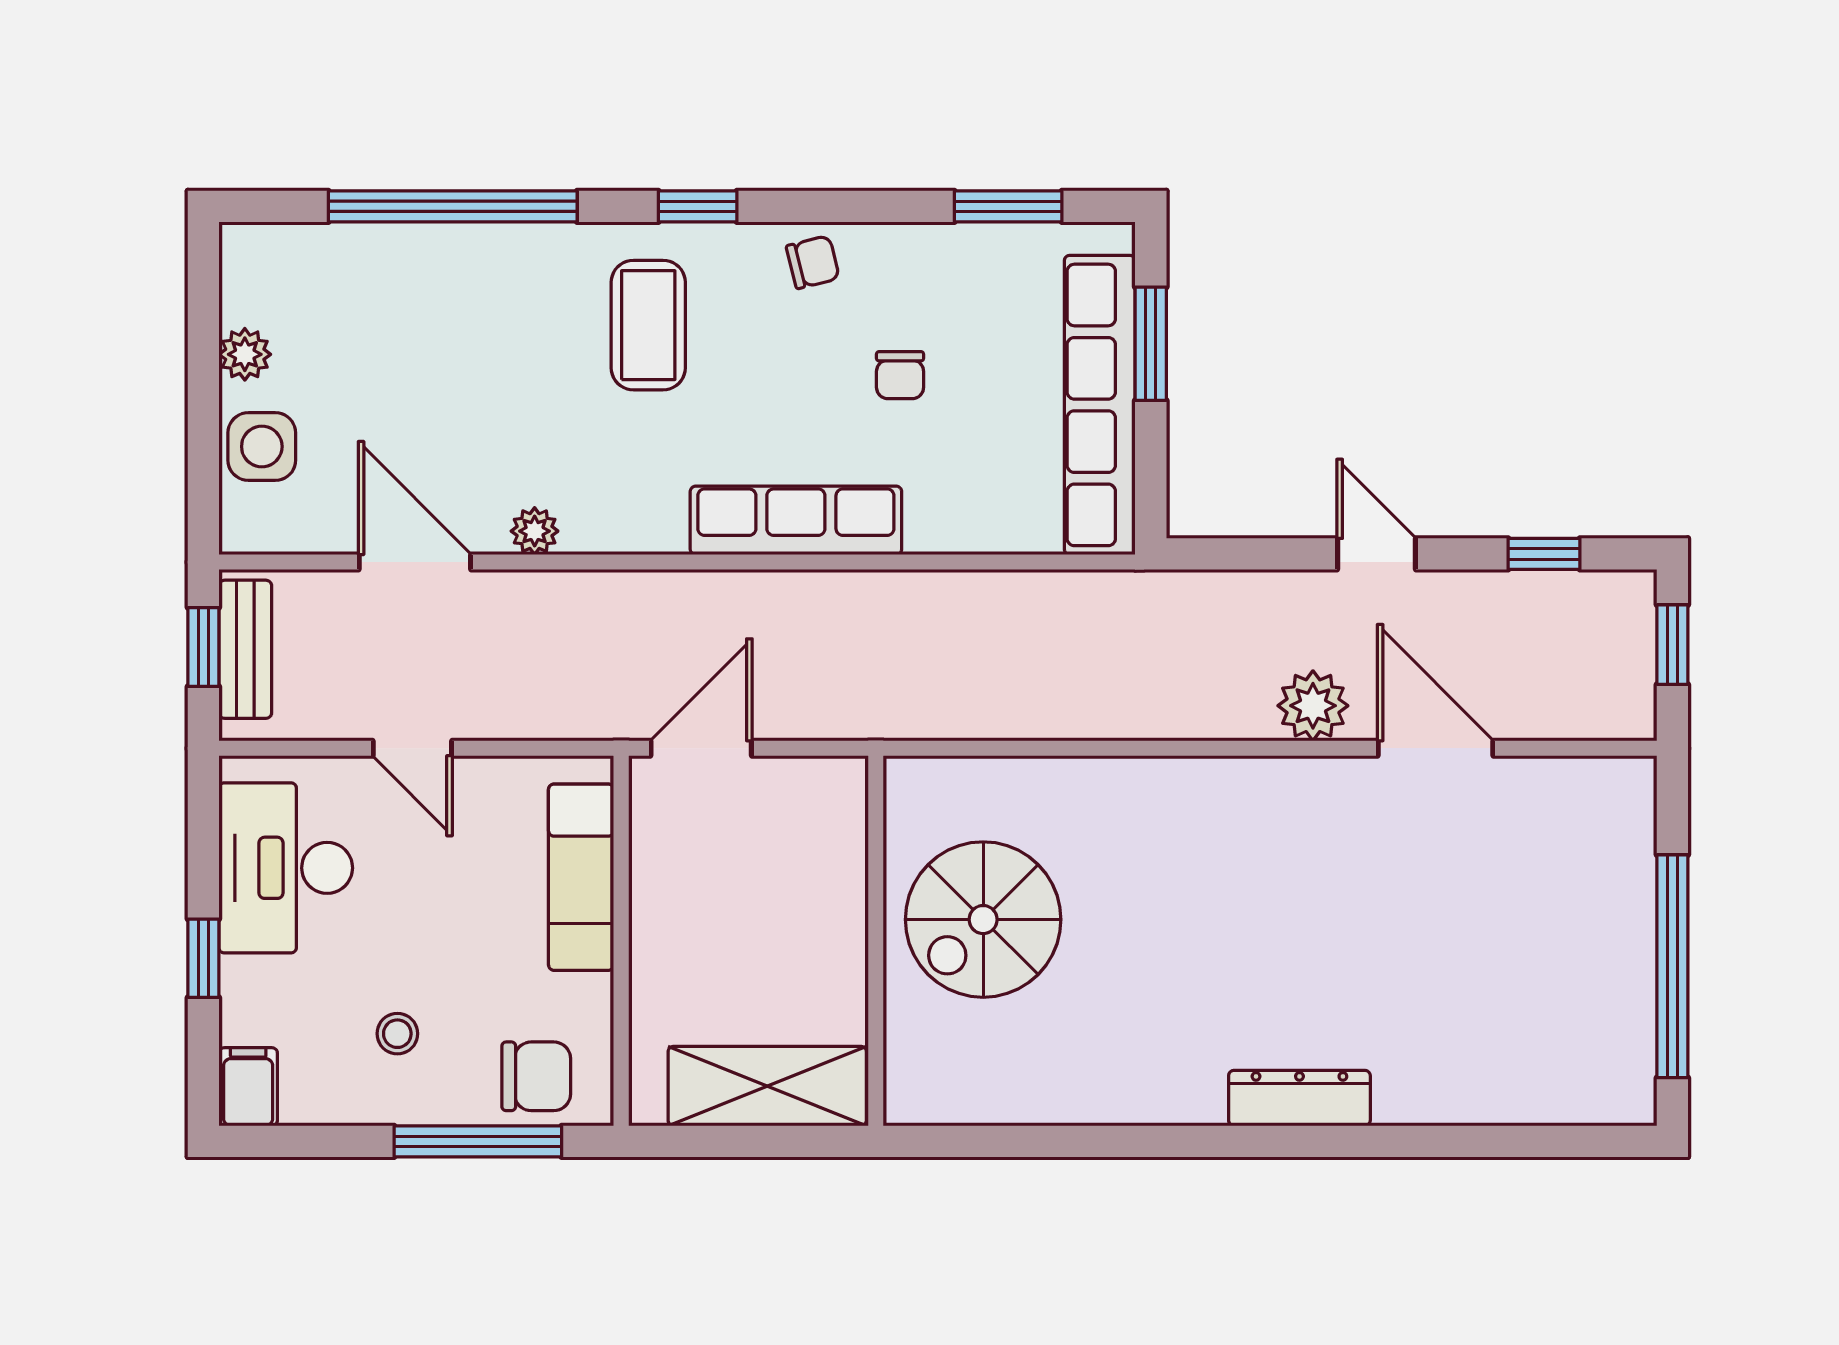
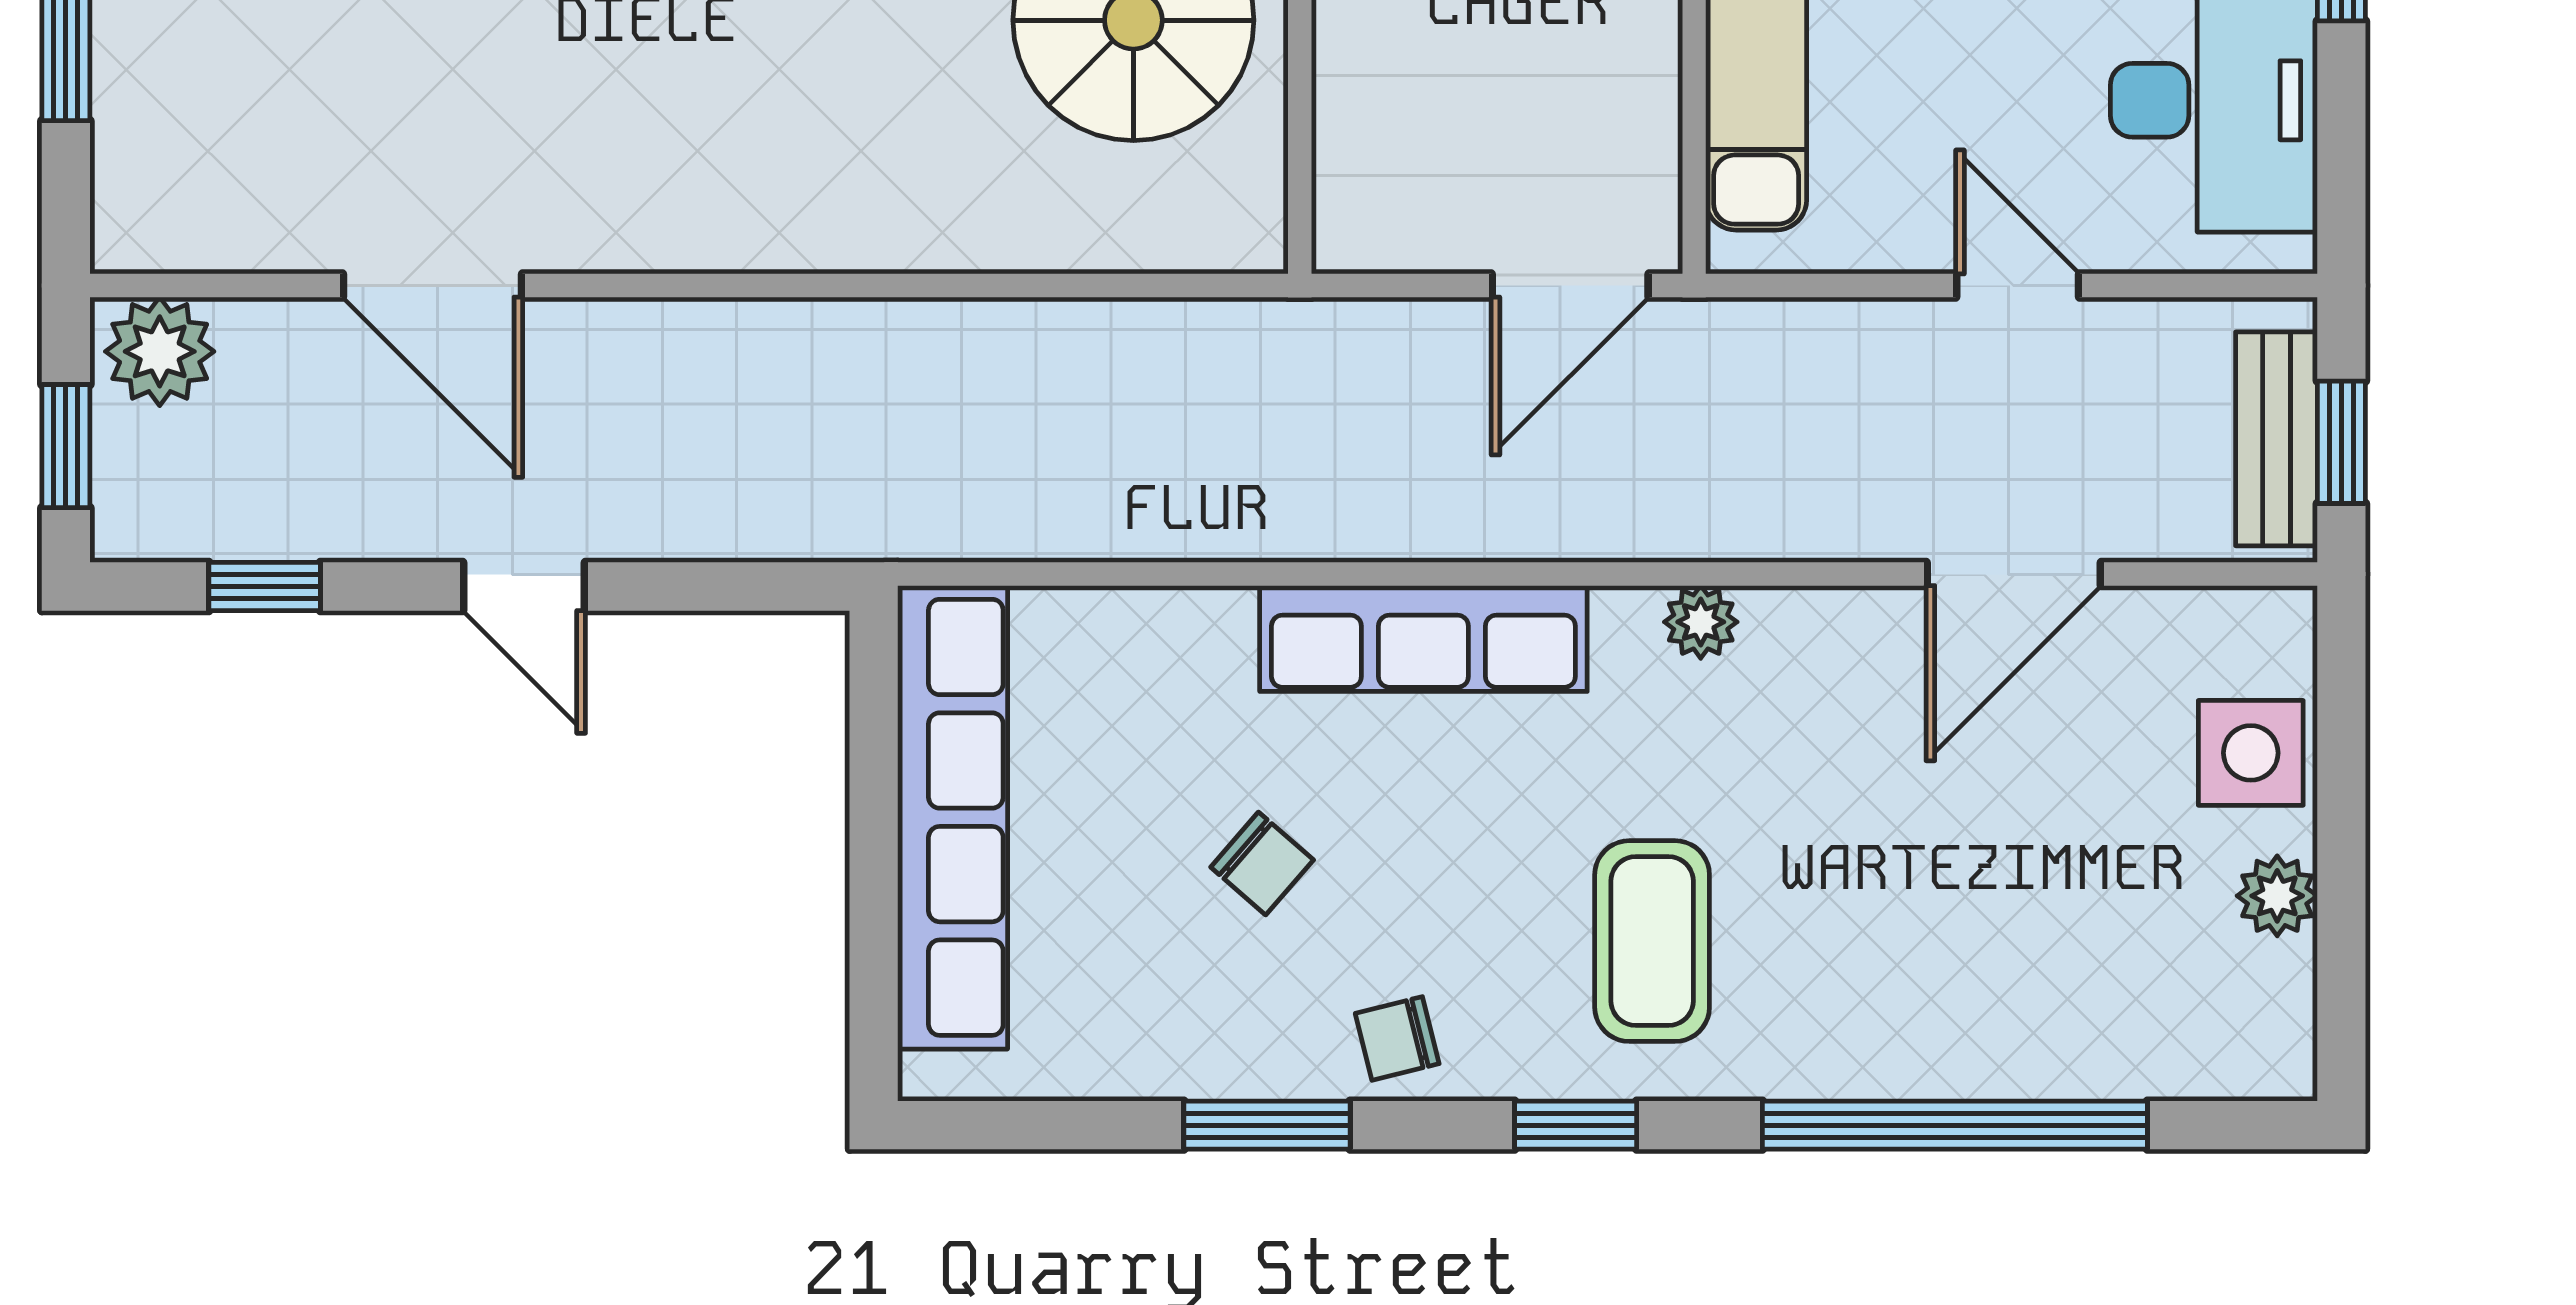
window: (1008, 206) -> (1267, 1125), moved
window: (1151, 344) -> (874, 912), removed
chair: (900, 375) -> (1262, 864), turned 131
plant: (535, 531) -> (1701, 622), moved
door: (415, 562) -> (2014, 574), hinge flipped
plant: (1313, 706) -> (160, 351), moved

